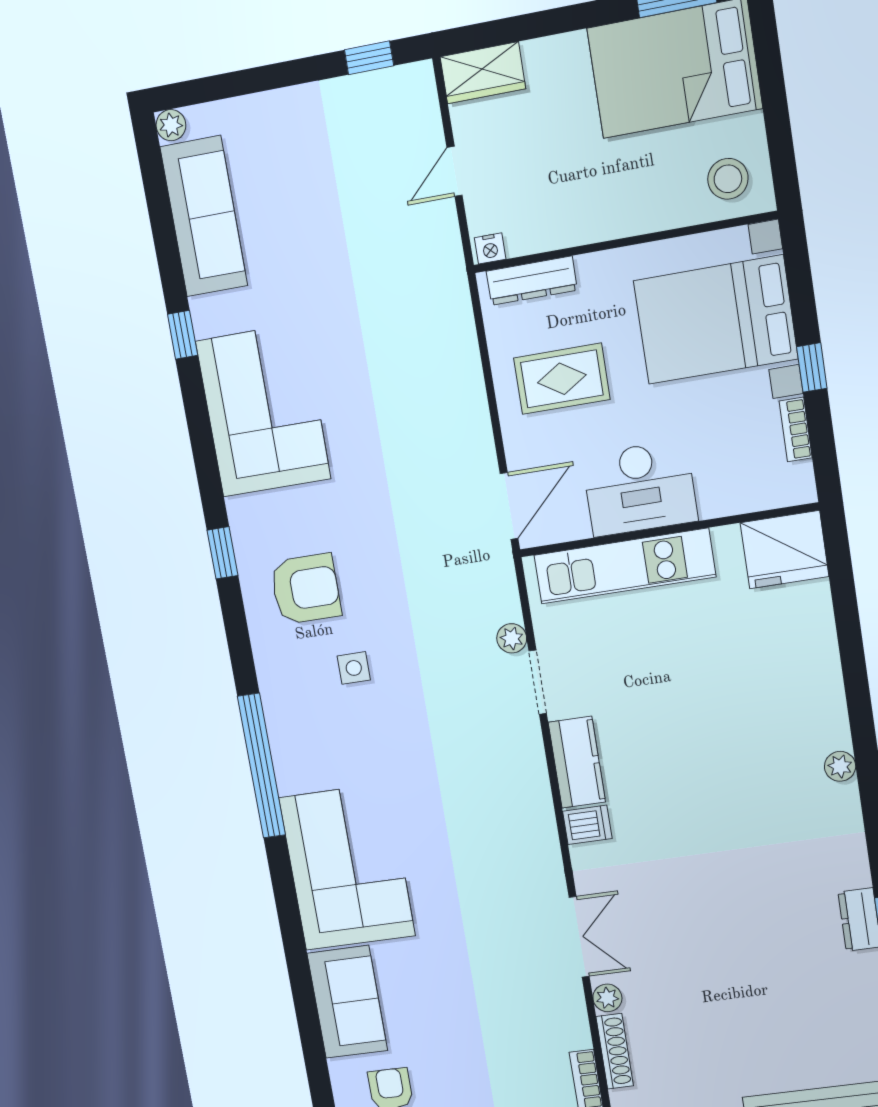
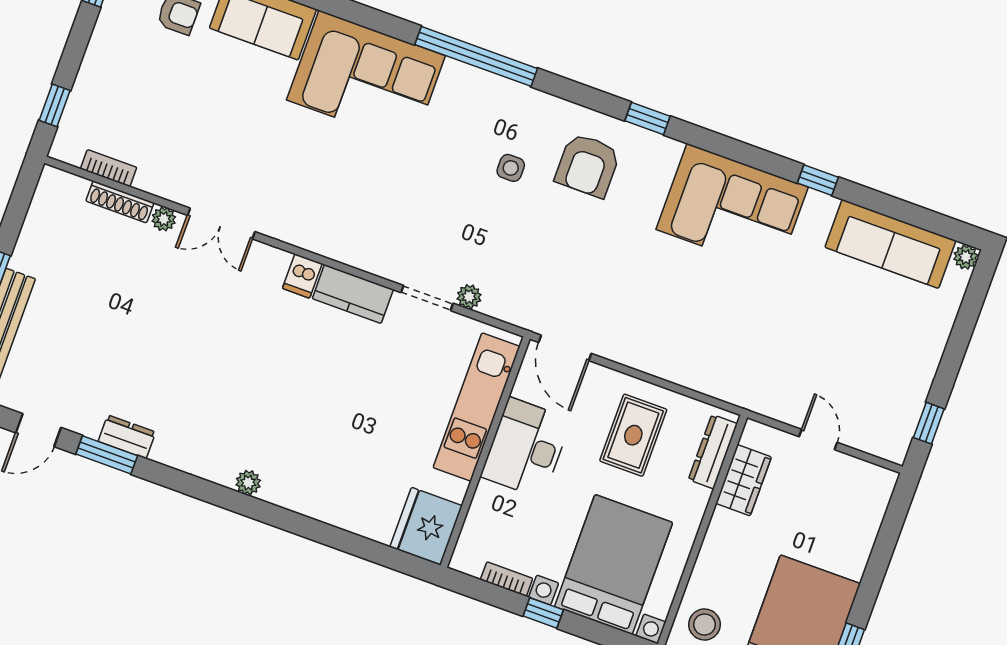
wardrobe: (483, 73) -> (743, 480), moved, turned 180
nightstand: (490, 248) -> (752, 435), removed

